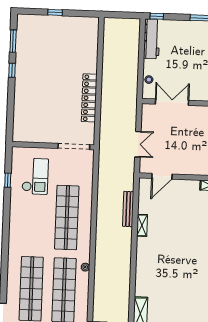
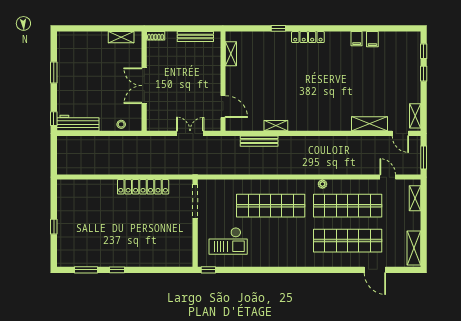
double door: (172, 102) -> (144, 86), moved
checkout: (35, 176) -> (228, 241), turned 180
window: (8, 180) -> (208, 270), moved

